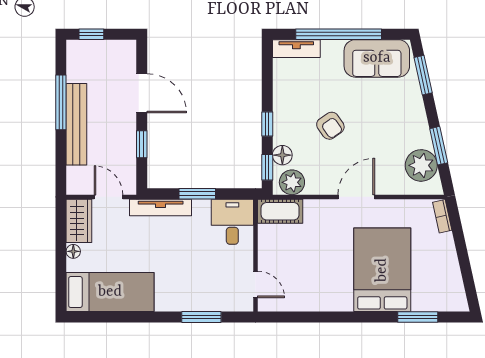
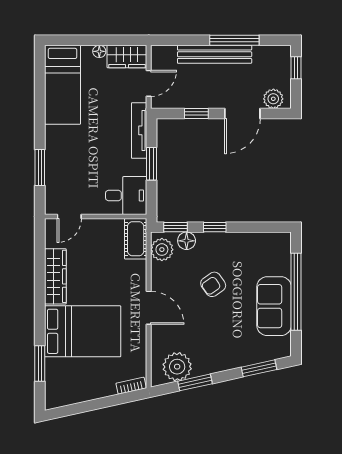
tv unit: (296, 49) -> (283, 253), removed
sofa: (377, 58) -> (274, 306), moved
plant: (126, 59) -> (273, 99), added
wardrobe: (322, 300) -> (55, 276), added

